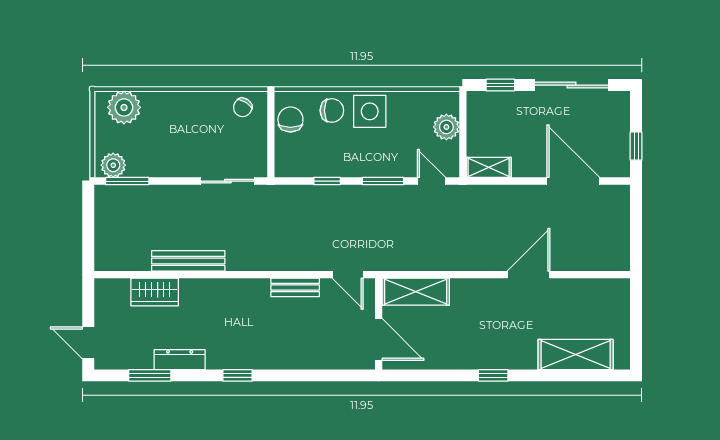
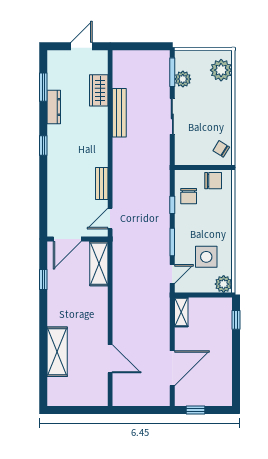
sliding door: (572, 85) -> (236, 367), removed
chair: (332, 110) -> (189, 196), moved
side table: (370, 111) -> (206, 257), moved
plant: (446, 127) -> (224, 284), moved
plant: (113, 165) -> (183, 79), moved
sliding door: (228, 181) -> (172, 116), moved
door: (529, 275) -> (110, 359), moved
door: (88, 343) -> (81, 46), moved
shelving: (576, 354) -> (57, 352), moved
window: (493, 375) -> (43, 279), moved

